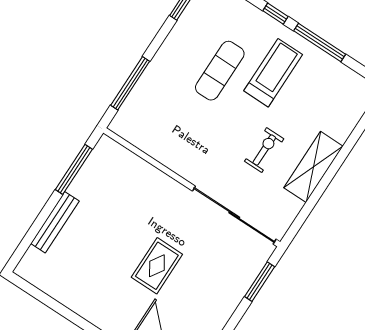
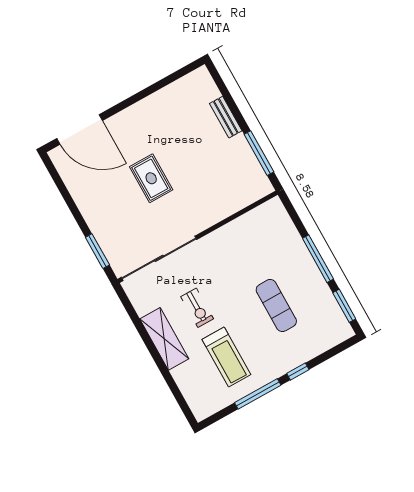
treadmill: (273, 73) -> (226, 357), moved
window: (130, 83) -> (318, 259), moved
bench: (55, 222) -> (226, 117), width x0.73

